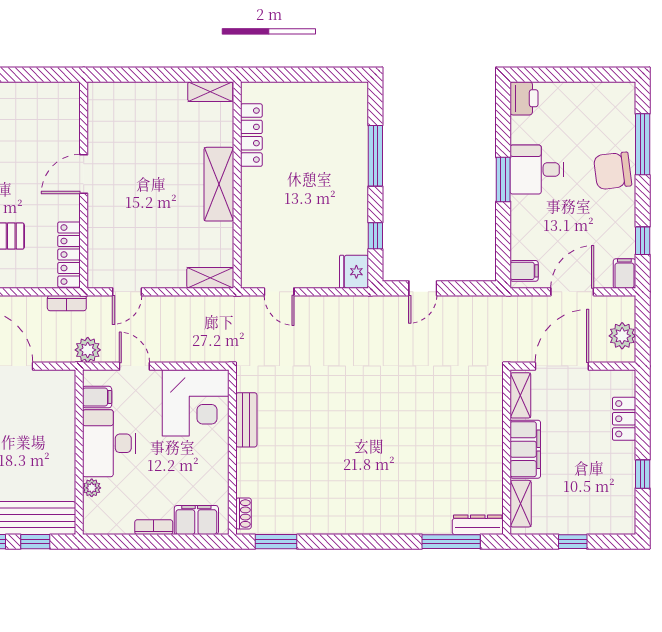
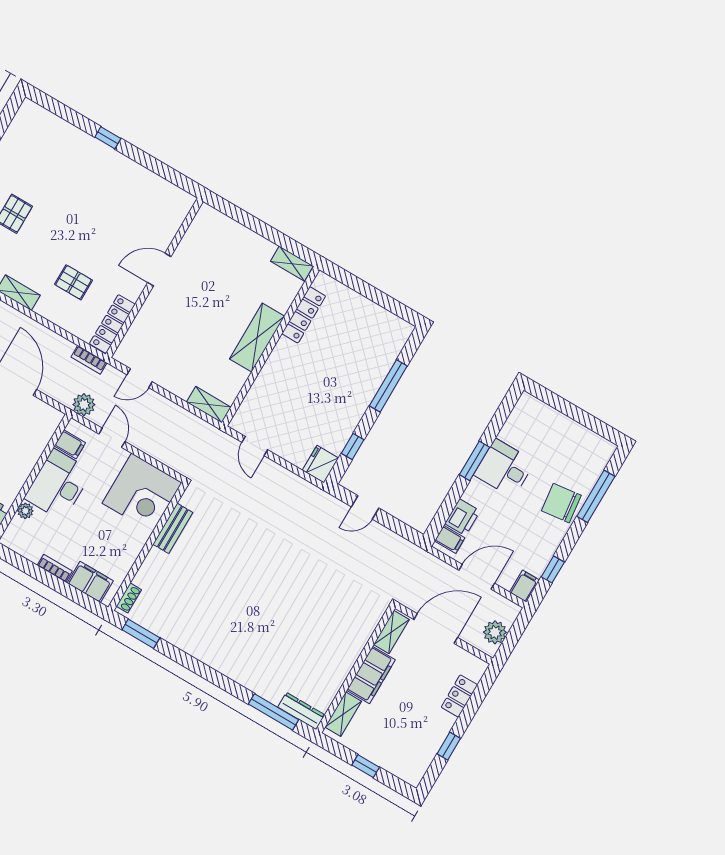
printer: (524, 98) -> (462, 517), moved

